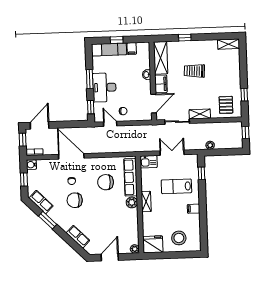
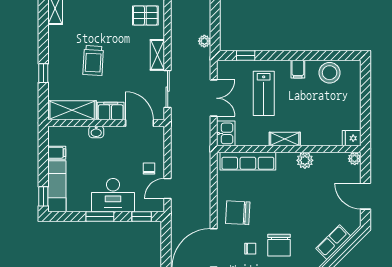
window: (117, 40) -> (43, 196), moved
double door: (172, 153) -> (214, 98), swing flipped
chair: (106, 182) -> (238, 213), moved, turned 91
plant: (132, 202) -> (305, 160), moved
stool: (179, 238) -> (330, 73), moved
fridge: (153, 244) -> (352, 138), width x0.53, depth x0.75

